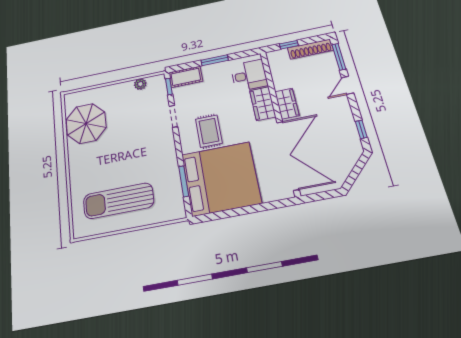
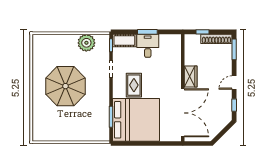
desk: (249, 75) -> (148, 46), moved, turned -90
plant: (140, 84) -> (86, 43), width x1.88, depth x1.88
door: (348, 85) -> (234, 83), moved
wardrobe: (263, 104) -> (174, 73), removed
parasol: (86, 123) -> (65, 86), moved, width x1.36, depth x1.36
sun lounger: (119, 201) -> (65, 121), removed

